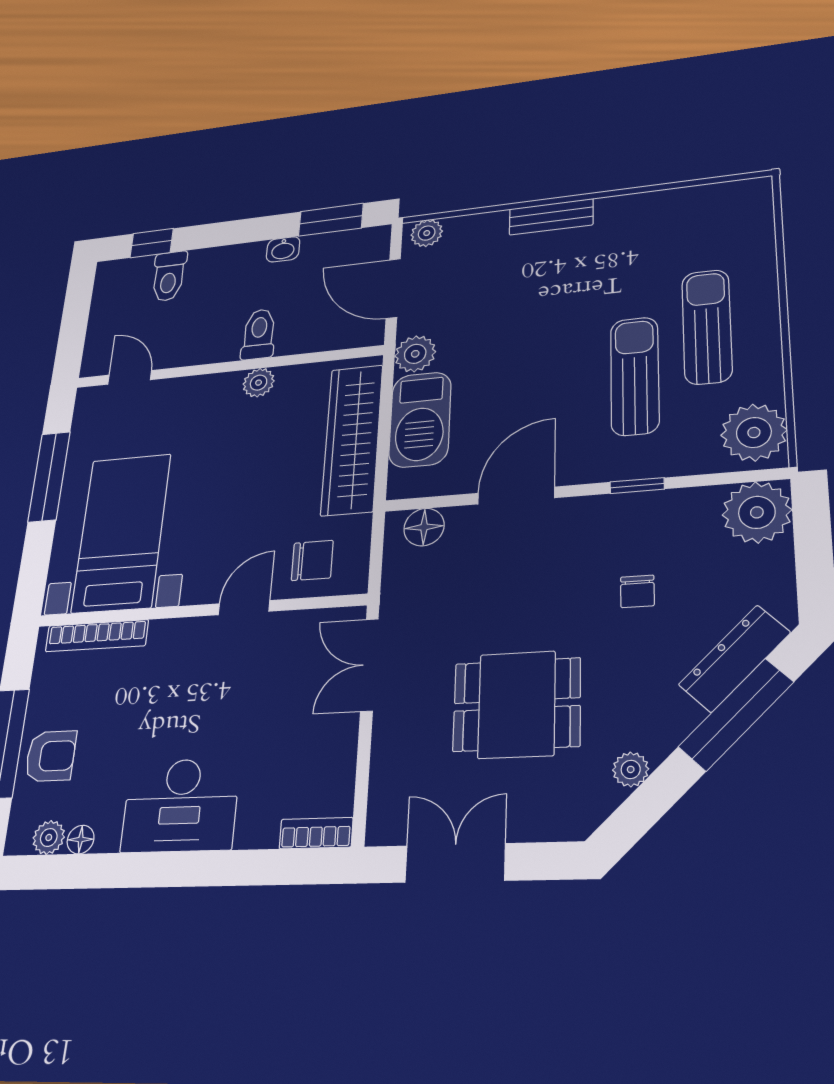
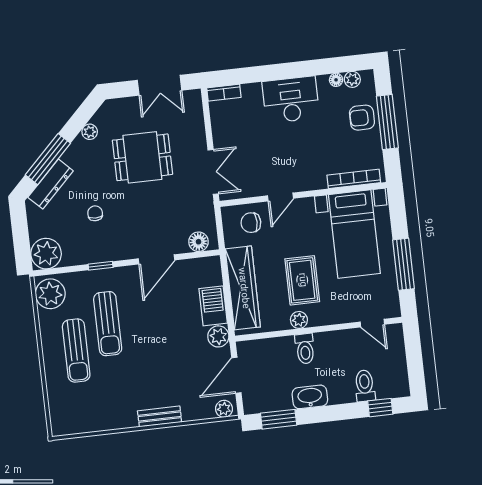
washbasin: (283, 249) -> (310, 397), width x1.91, depth x1.45
door: (393, 288) -> (236, 375), swing flipped
barbecue: (420, 419) -> (213, 306), width x0.73, depth x0.83
rug: (237, 452) -> (302, 280), added

